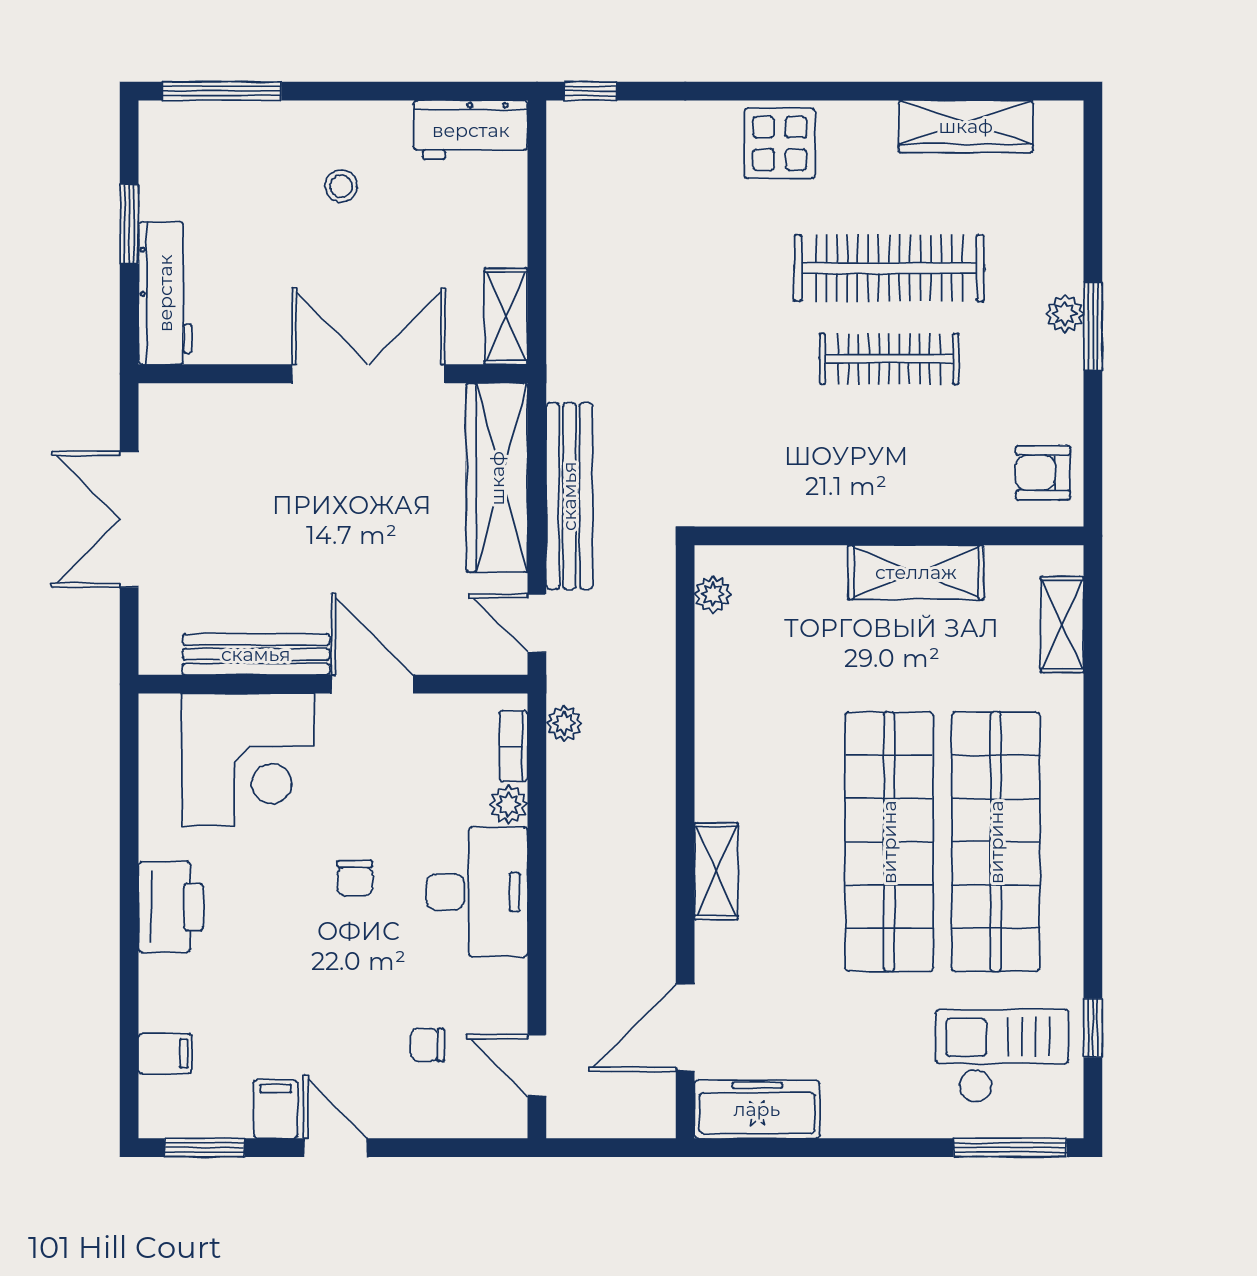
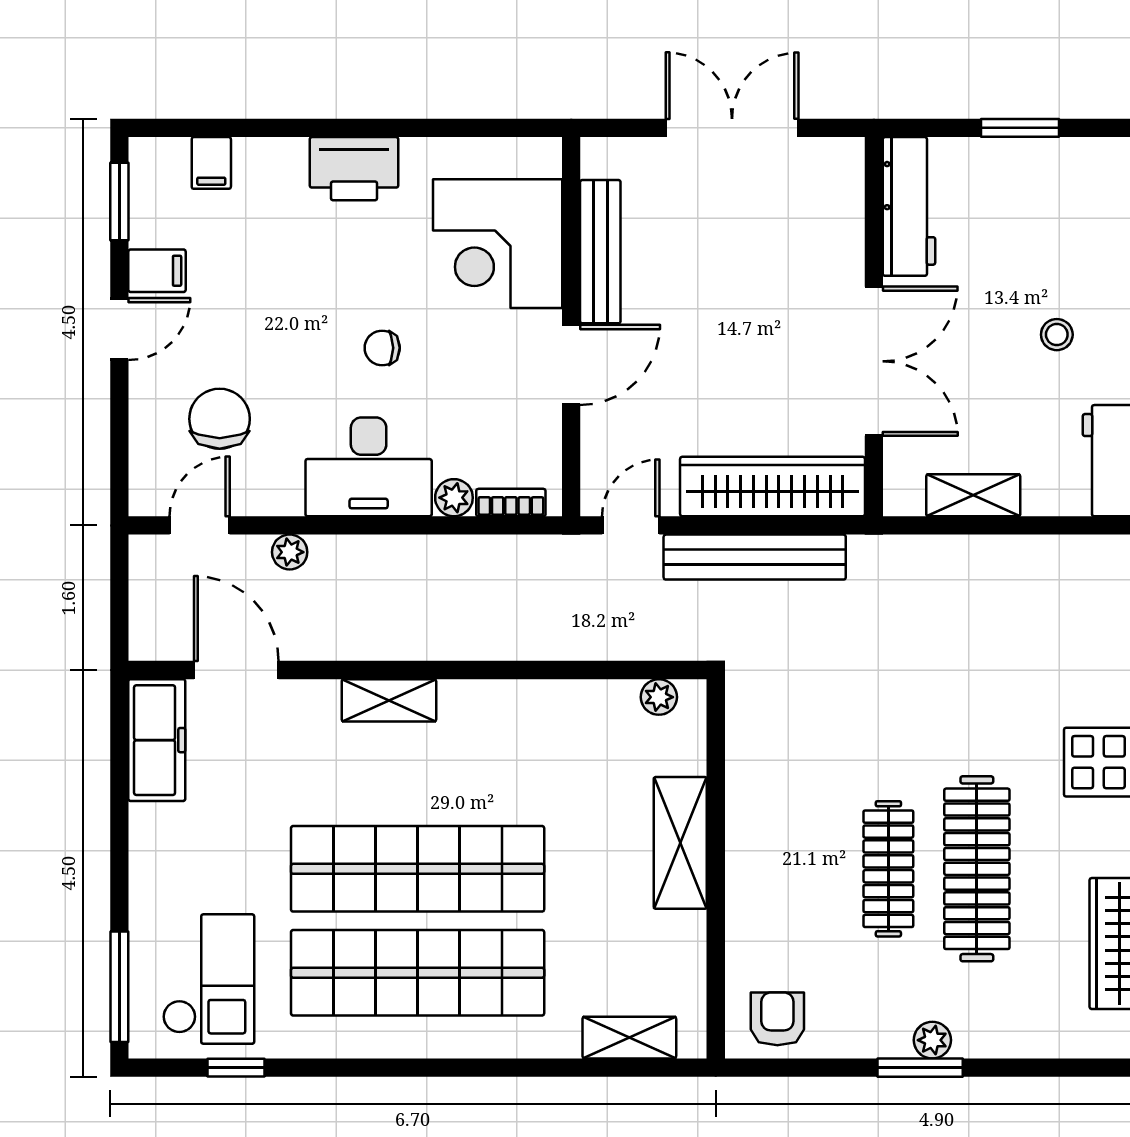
workbench: (165, 293) -> (909, 206), moved, turned -90
shelving: (506, 316) -> (973, 495), moved
shelving: (916, 572) -> (680, 843), moved
plant: (564, 723) -> (290, 552), moved
chair: (428, 1045) -> (220, 419), width x1.87, depth x1.87

